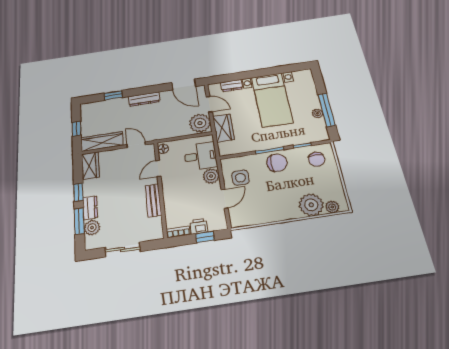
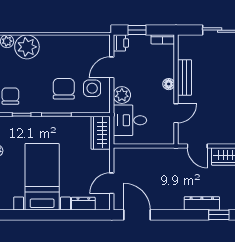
dresser: (144, 99) -> (202, 203), moved
door: (209, 104) -> (112, 183), hinge flipped
plant: (200, 123) -> (125, 161), removed
wardrobe: (223, 128) -> (101, 133), moved
floor lamp: (163, 149) -> (169, 84), moved
chair: (277, 163) -> (64, 89), moved, turned 90
printer: (199, 226) -> (121, 43), moved, turned -90

